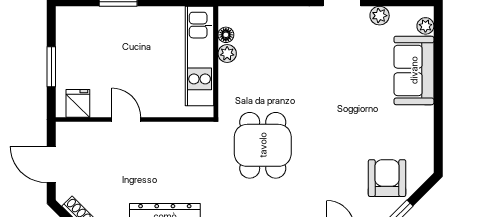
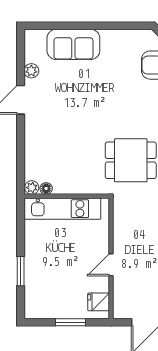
plant: (425, 26) -> (39, 36), removed
plant: (227, 53) -> (32, 188), moved

